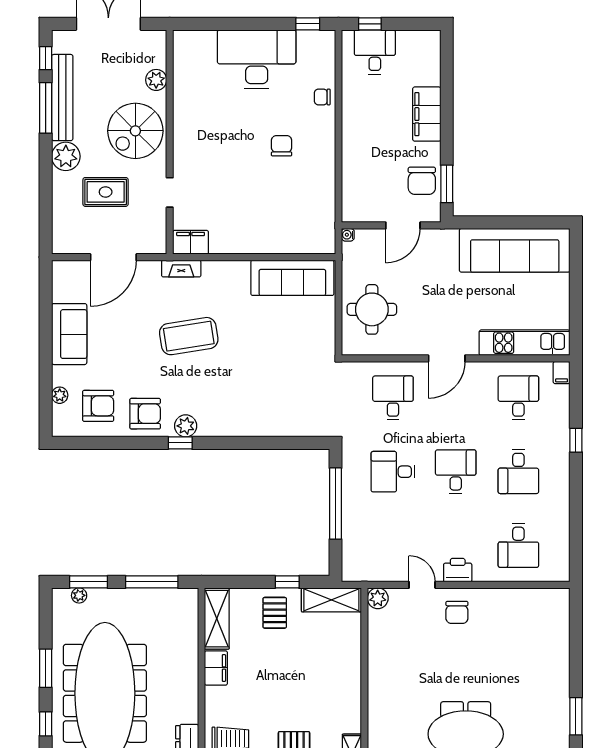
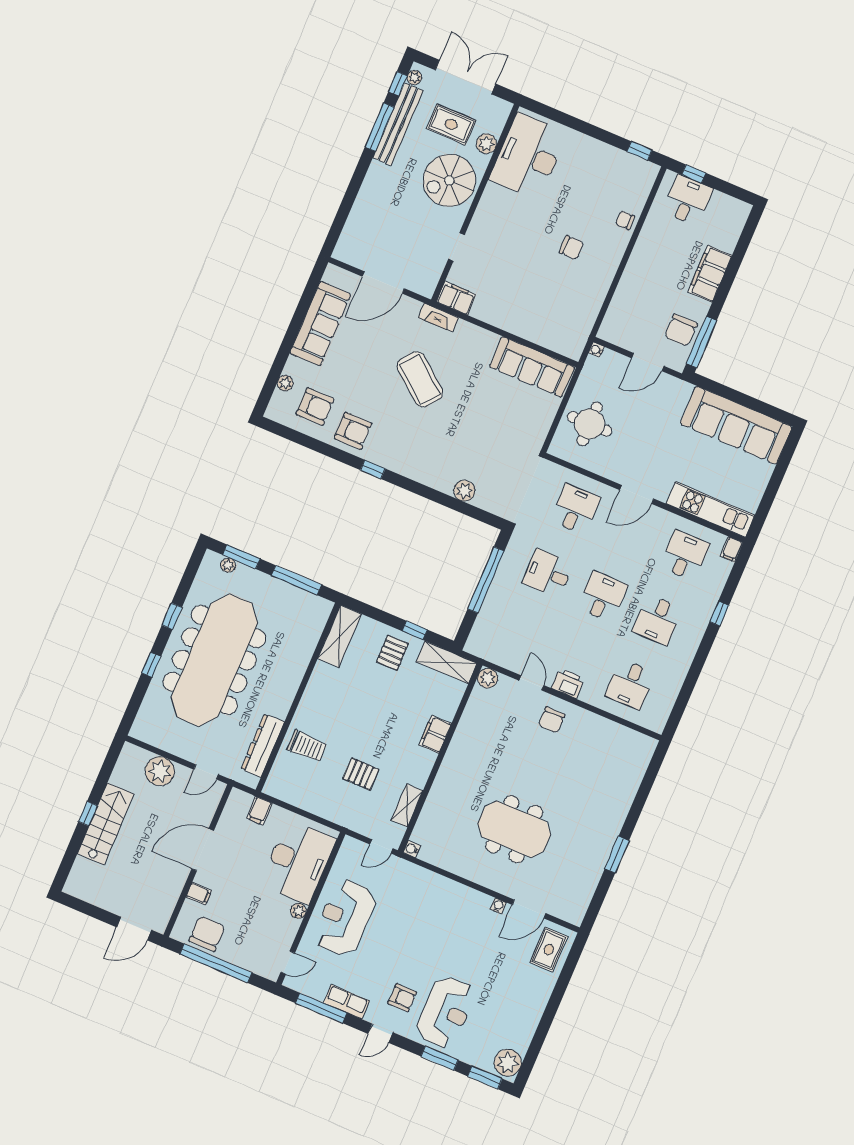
desk: (257, 59) -> (528, 156), moved, turned -90
chair: (282, 146) -> (571, 248), turned 90
plant: (66, 156) -> (414, 77), moved, width x0.53, depth x0.53
window: (447, 184) -> (701, 342), width x1.44
rug: (106, 192) -> (451, 124), moved
sofa: (69, 334) -> (320, 324), width x1.36
coffee table: (189, 336) -> (420, 379), turned 48
plant: (186, 426) -> (464, 491), moved
window: (46, 668) -> (172, 616), width x0.67
filing cabinet: (216, 668) -> (435, 734), moved, turned 180

